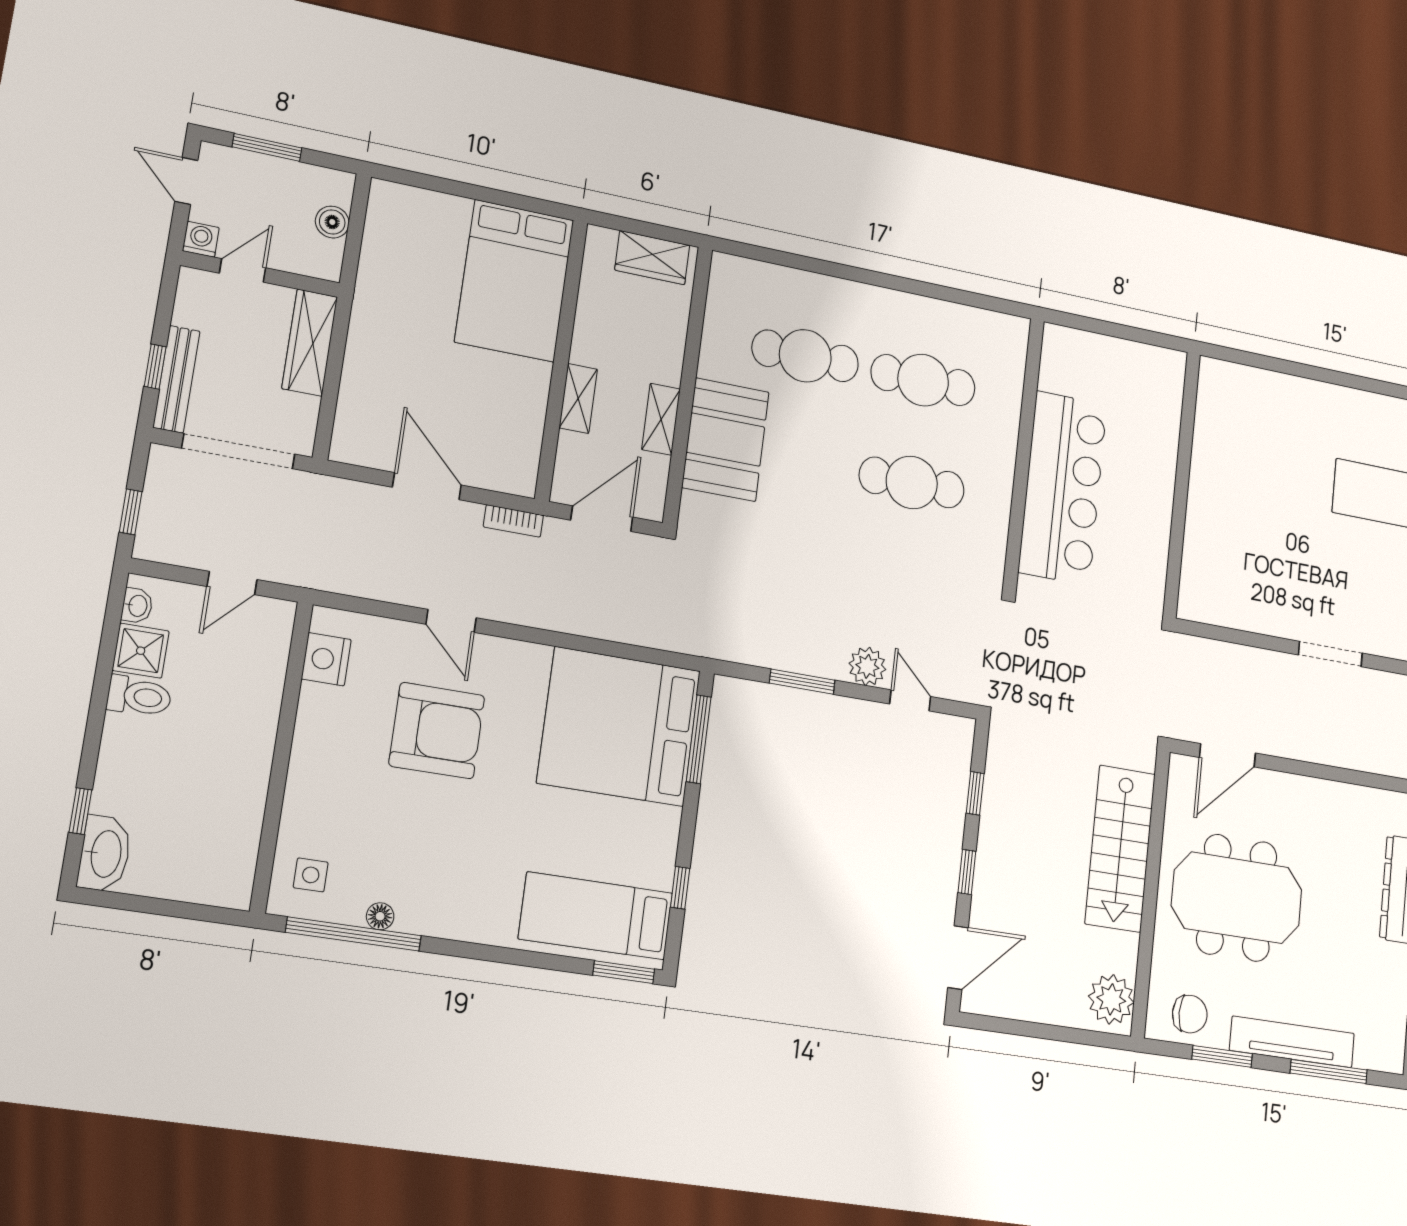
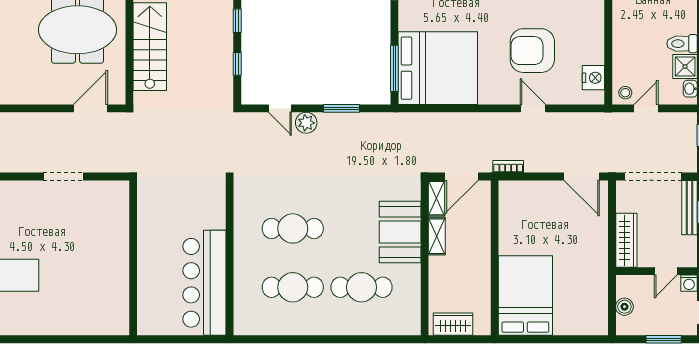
shelving: (578, 398) -> (436, 198), moved
door: (427, 486) -> (582, 176), moved
bar counter: (1063, 488) -> (204, 283), moved
stool: (268, 620) -> (625, 93), added
doorway: (1330, 654) -> (63, 176), moved

